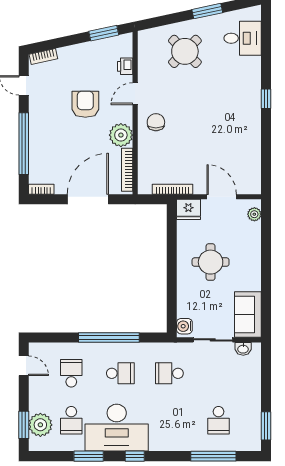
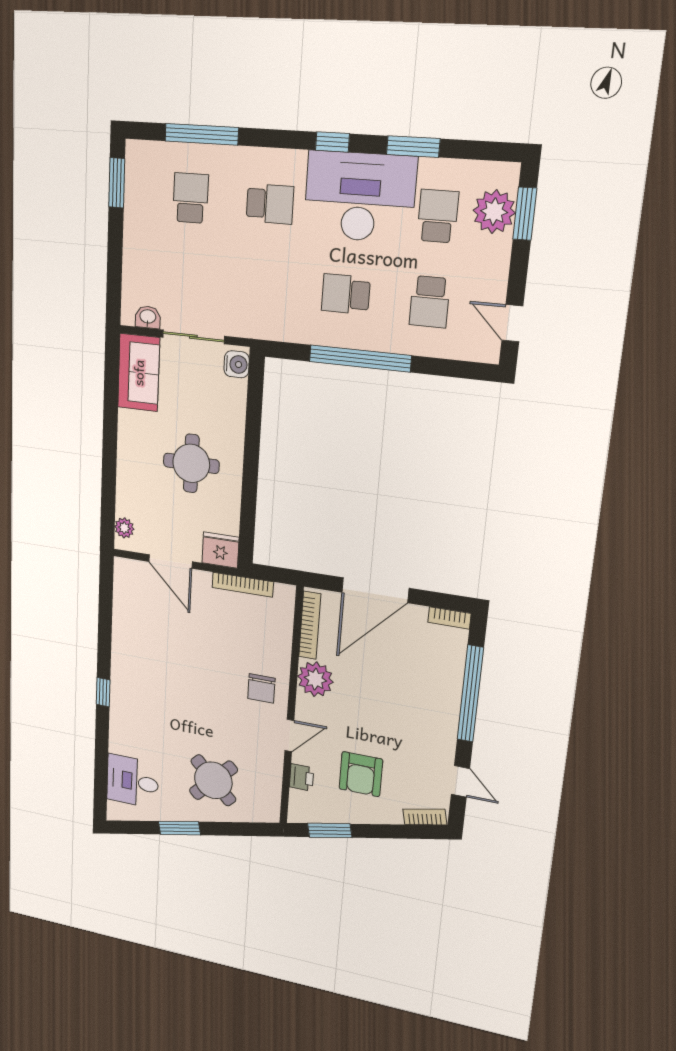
armchair: (85, 104) -> (361, 774), moved
school desk: (169, 373) -> (270, 204), moved

